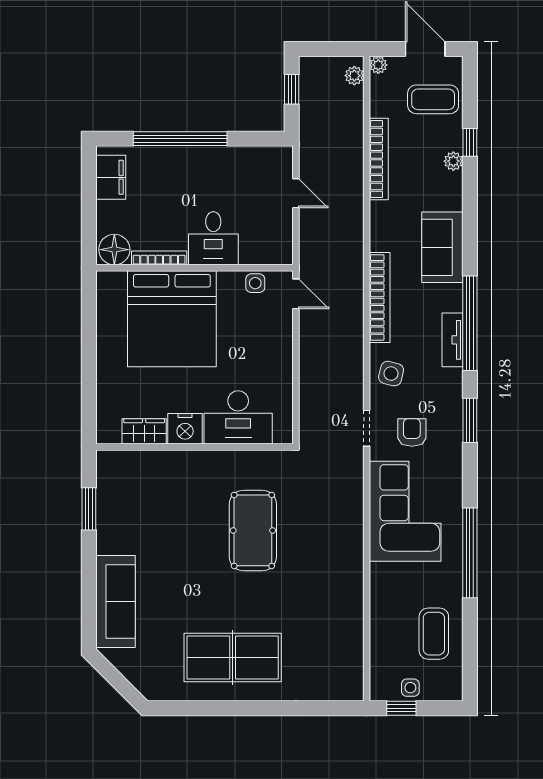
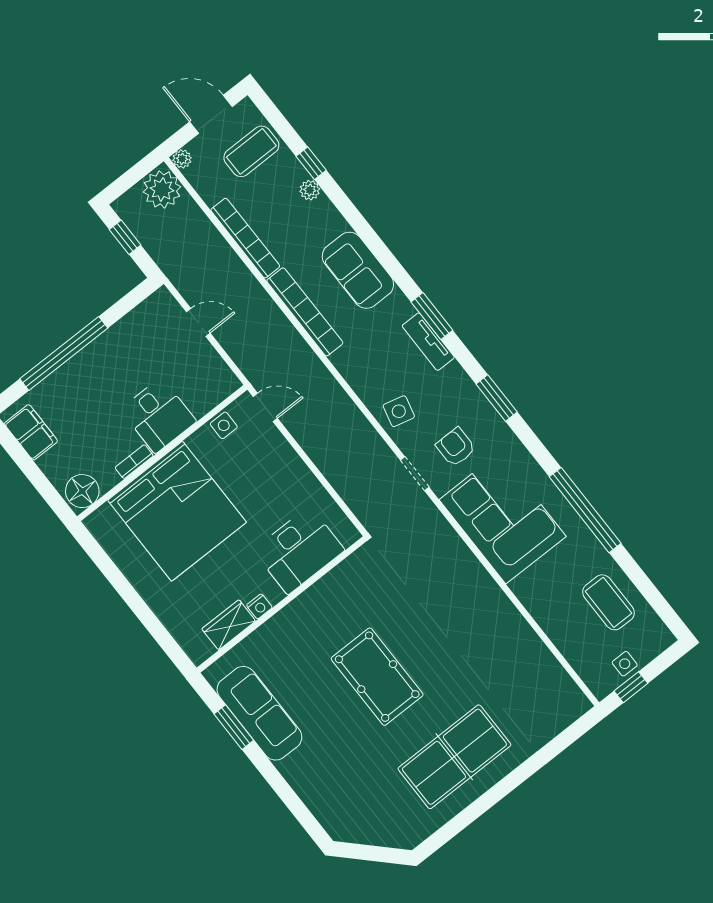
plant: (354, 76) -> (162, 189), width x1.88, depth x1.88
bookcase: (159, 258) -> (134, 462), width x0.64
bookcase: (380, 297) -> (305, 312), moved
window: (470, 323) -> (432, 316), width x0.47
nightstand: (185, 429) -> (259, 606), width x0.53, depth x0.56
pool table: (253, 530) -> (377, 677), moved
sofa: (116, 601) -> (259, 713), moved

